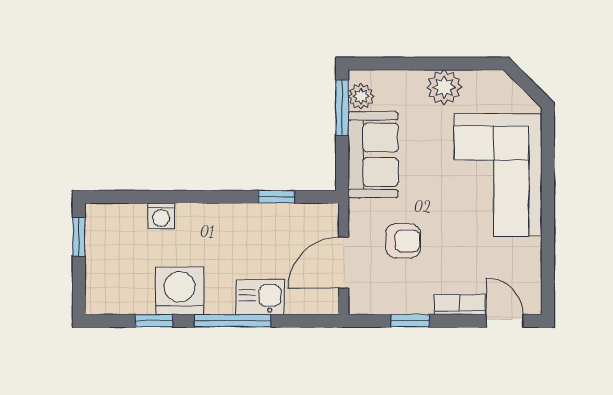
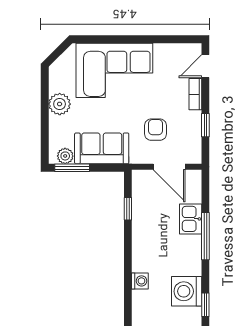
washing machine: (180, 291) -> (187, 291), moved
window: (154, 321) -> (205, 305), moved

